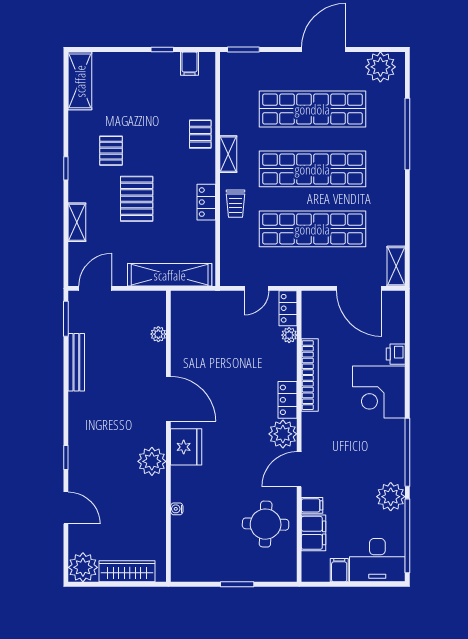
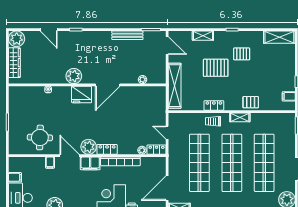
door: (66, 508) -> (49, 30), hinge flipped
filing cabinet: (314, 533) -> (90, 163), moved

